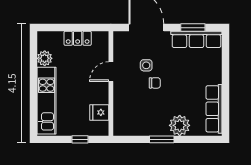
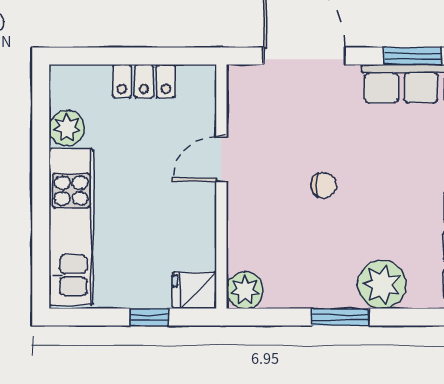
side table: (146, 65) -> (304, 144), removed
fridge: (99, 112) -> (194, 290), moved
plant: (121, 128) -> (245, 290), added

